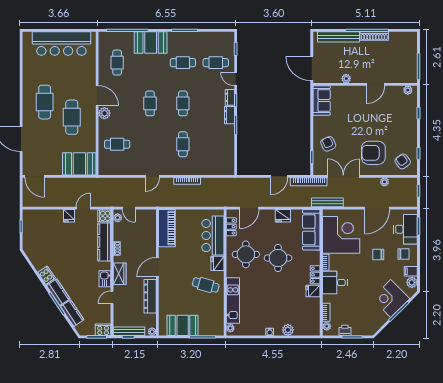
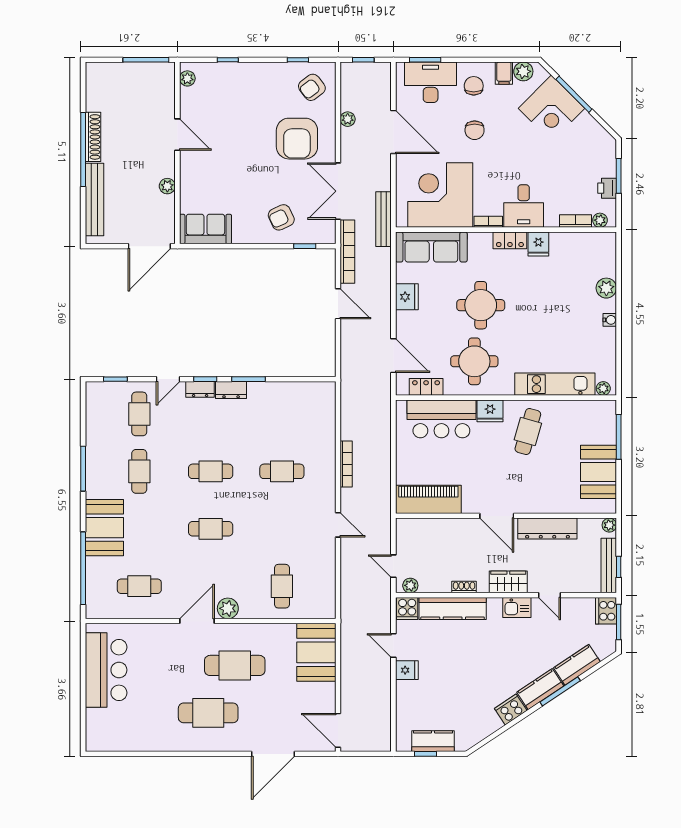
bar counter: (61, 44) -> (106, 670), width x0.73
door: (35, 176) -> (338, 730), swing flipped
door: (129, 208) -> (393, 566), swing flipped
kitchen counter: (28, 231) -> (433, 741), added

